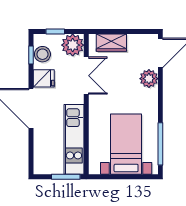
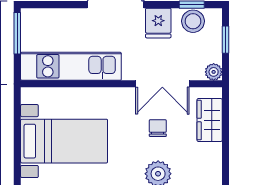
plant: (73, 45) -> (214, 72), width x0.53, depth x0.53
chair: (117, 79) -> (158, 128), added
window: (66, 177) -> (17, 33), moved

